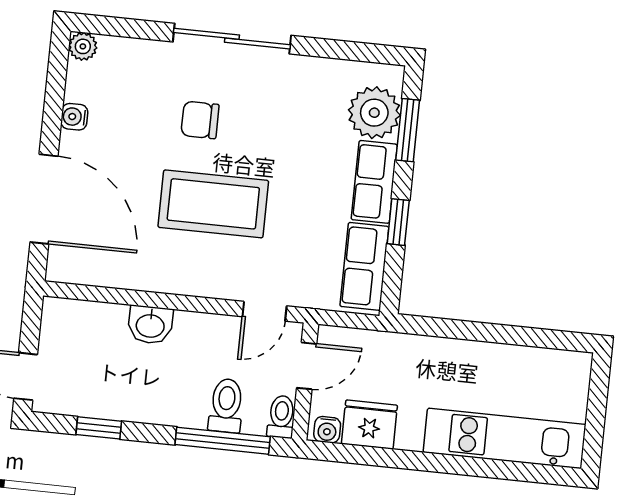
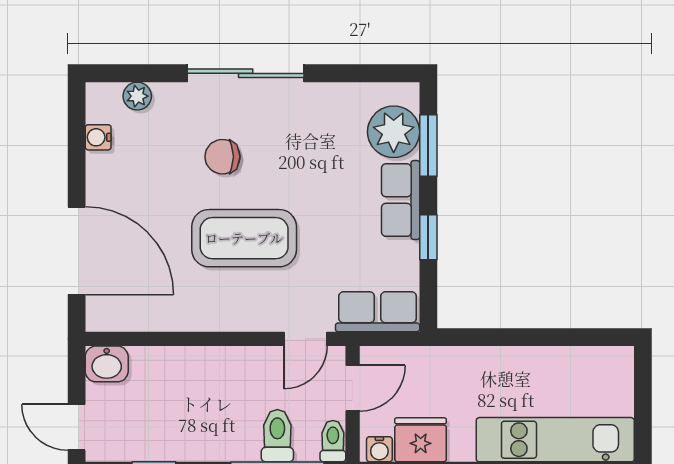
plant: (83, 46) -> (137, 96), moved
water cooler: (74, 117) -> (98, 137), moved
row of seats: (364, 266) -> (378, 312), moved, turned 90
washbasin: (150, 325) -> (107, 364), moved

